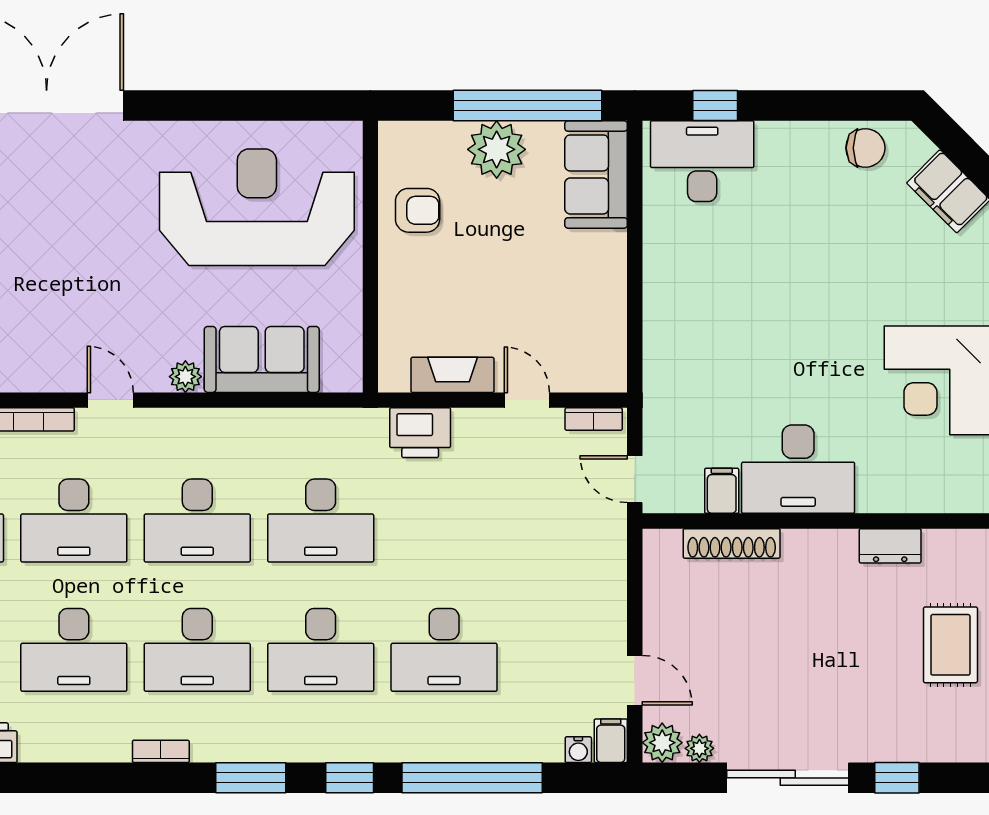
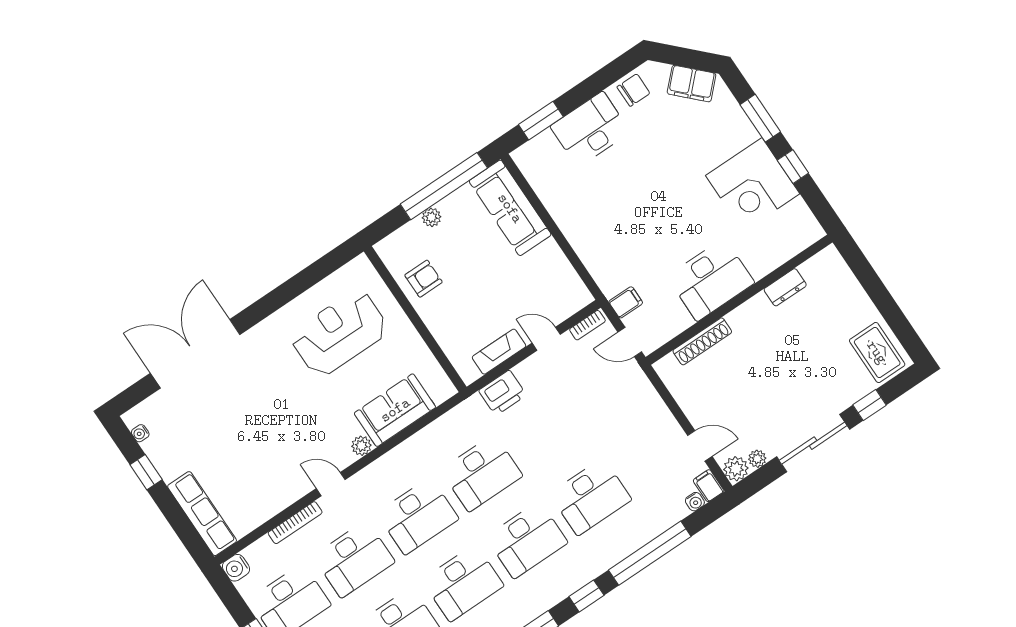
window: (715, 106) -> (541, 121), width x1.50
plant: (497, 149) -> (431, 217), width x0.53, depth x0.53
desk: (702, 161) -> (590, 129), moved
sofa: (596, 174) -> (510, 208), width x1.36
reception desk: (257, 207) -> (339, 333), width x0.74, depth x0.77
filing cabinet: (722, 491) -> (626, 302), moved, turned 90
rug: (950, 645) -> (877, 352), moved

